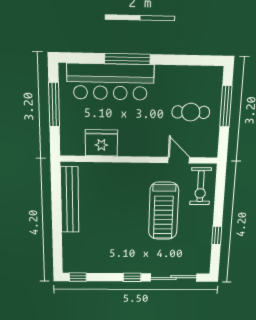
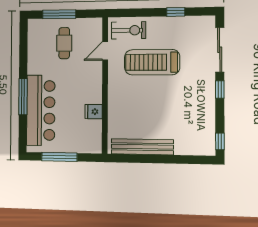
fridge: (101, 143) -> (94, 112), width x0.53, depth x0.75
treadmill: (163, 211) -> (152, 62), turned 180

